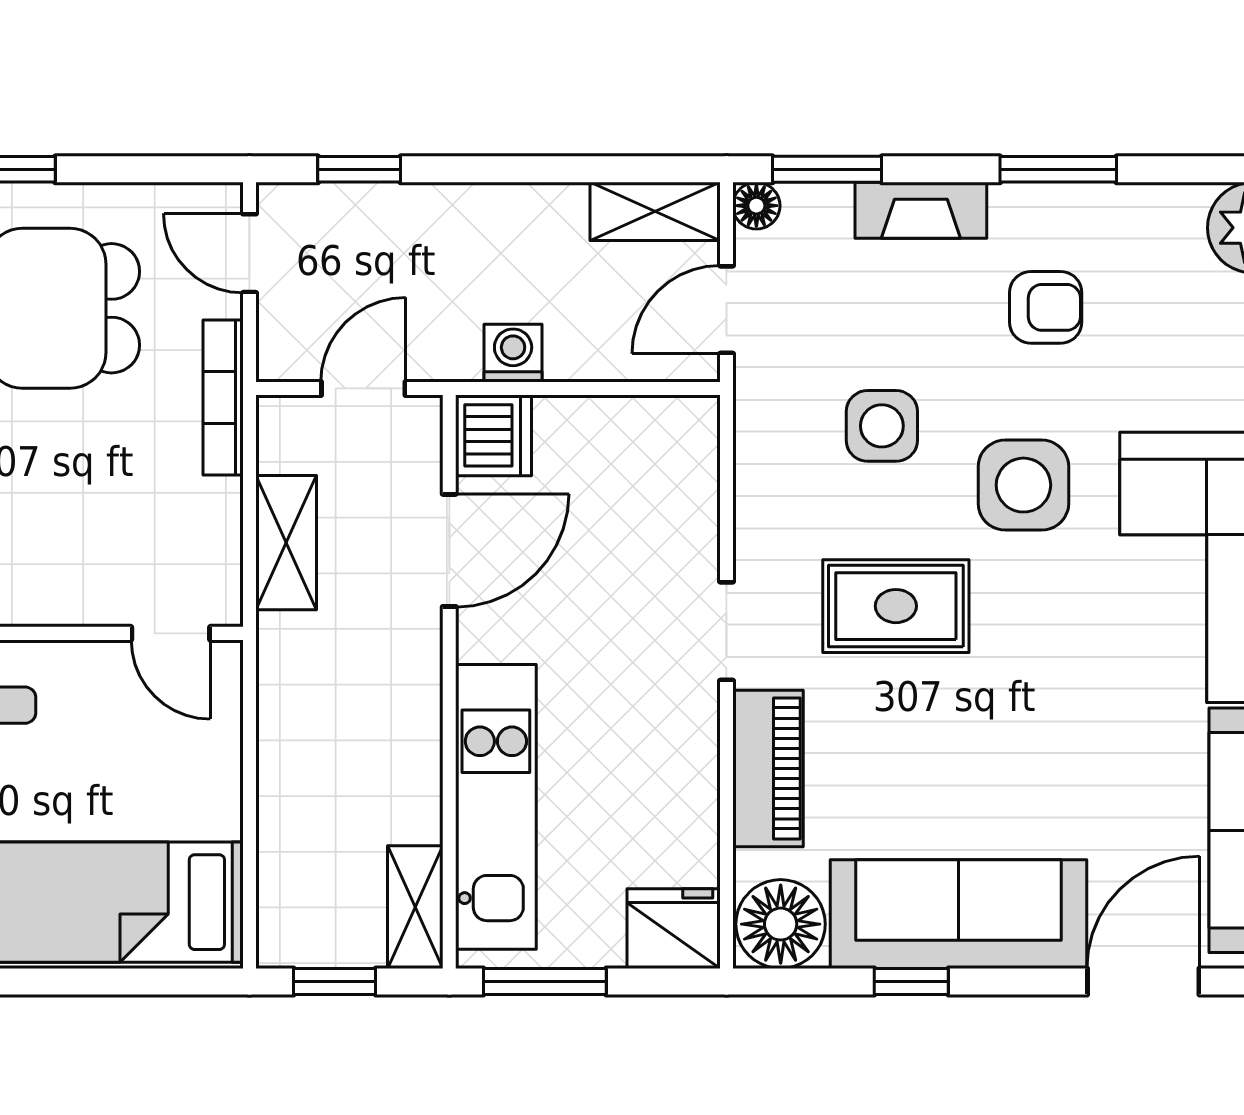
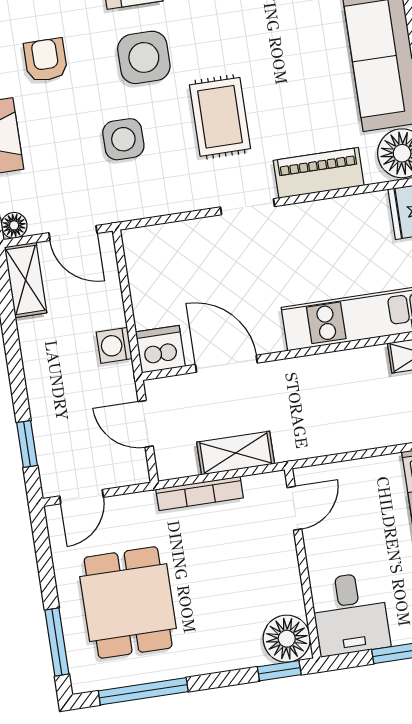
bookcase: (223, 397) -> (200, 493), moved

